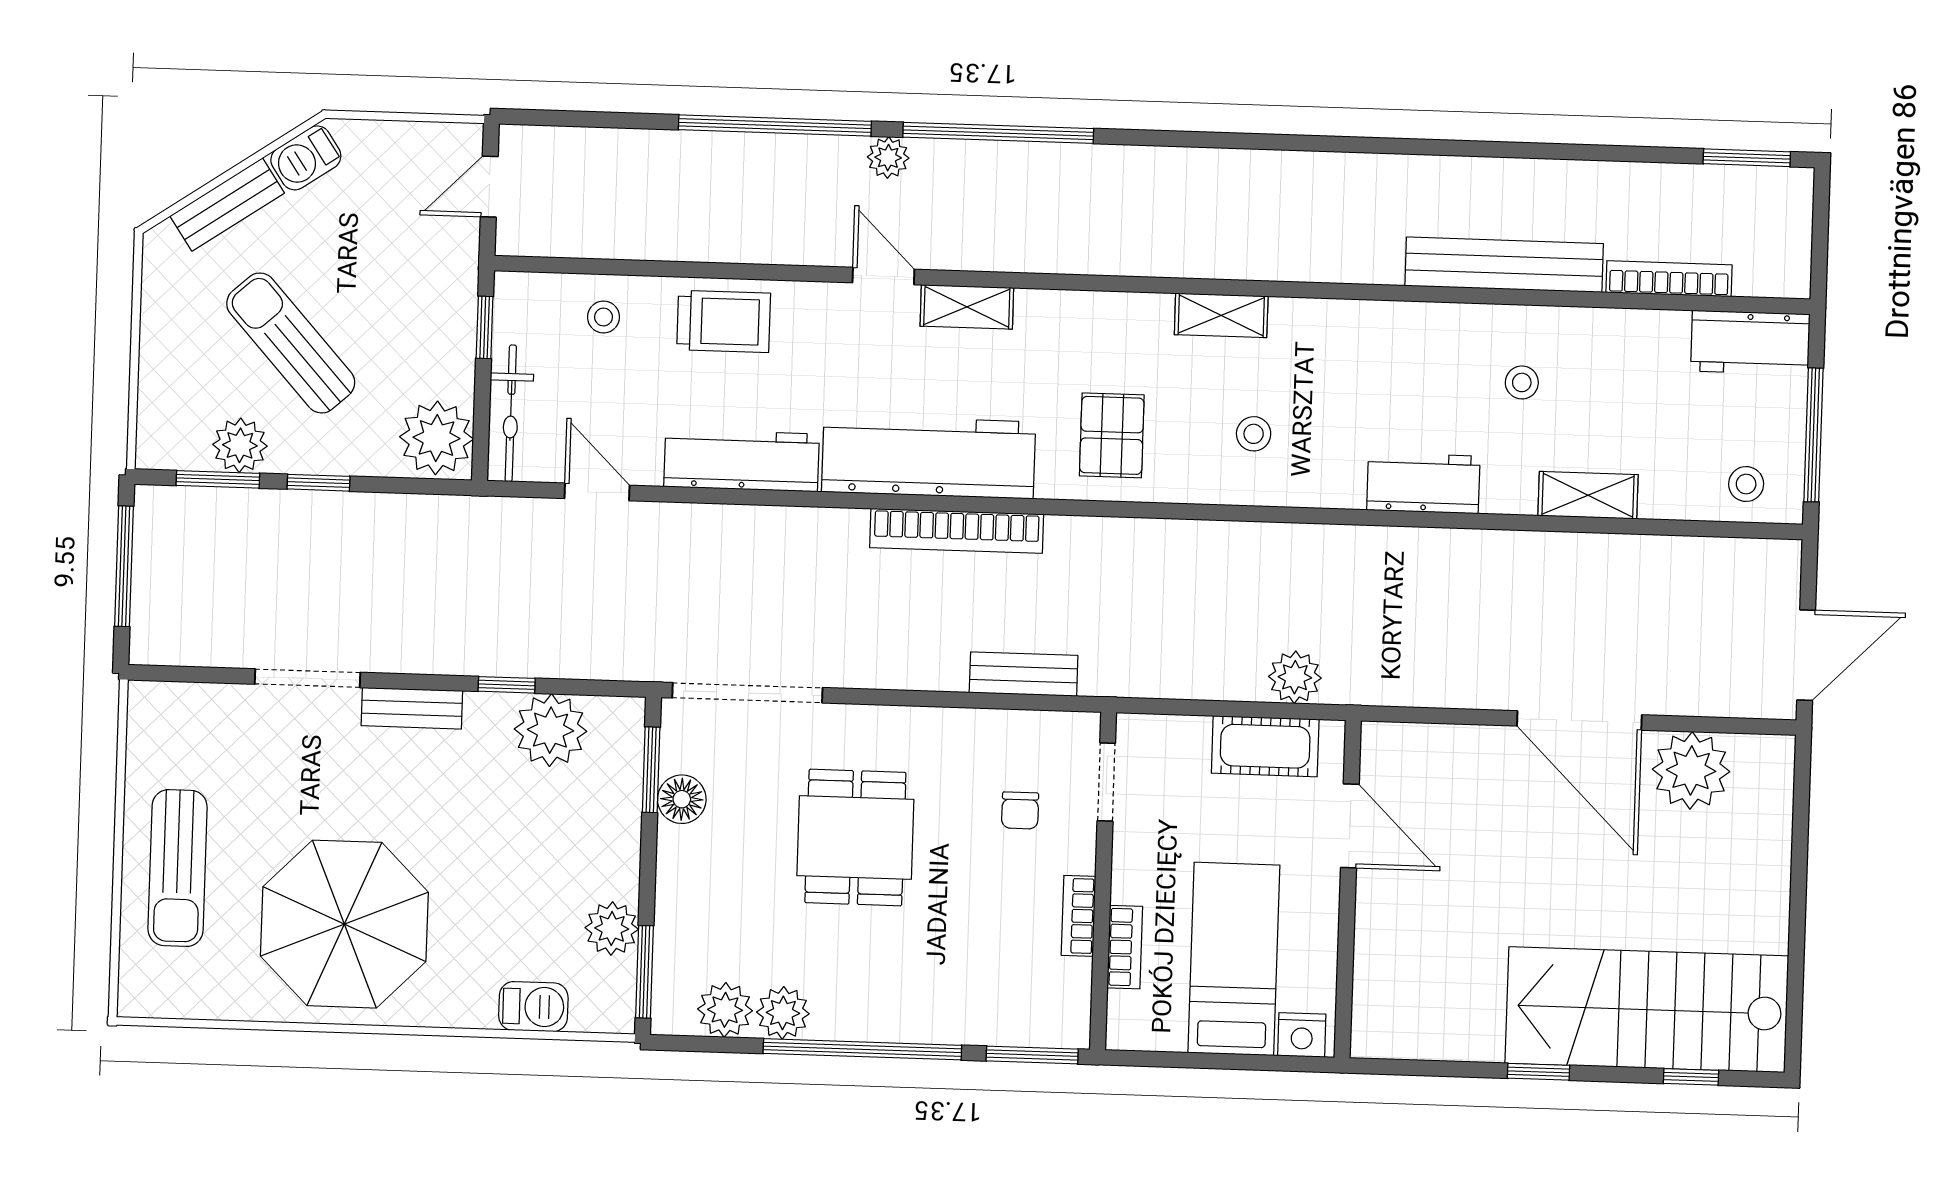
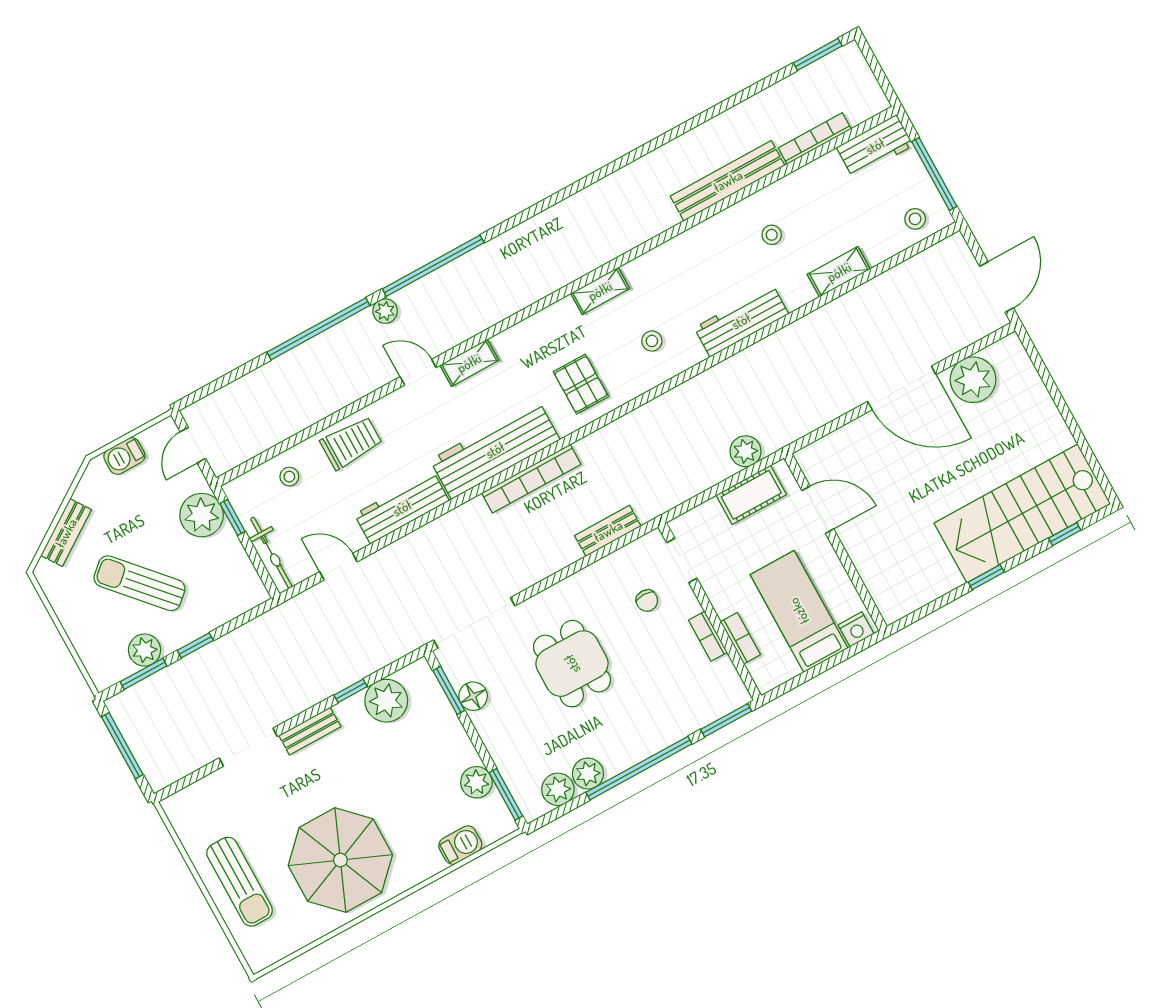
barbecue: (306, 158) -> (124, 456), moved, turned 34
plant: (437, 438) -> (202, 515), moved
workbench: (1423, 483) -> (741, 321), width x1.37

